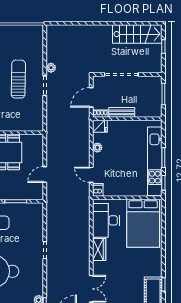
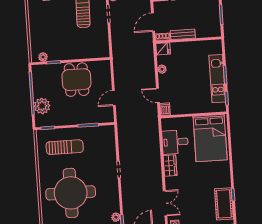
kitchen unit: (155, 161) -> (217, 79), width x0.73
desk: (106, 220) -> (175, 142), width x0.73

